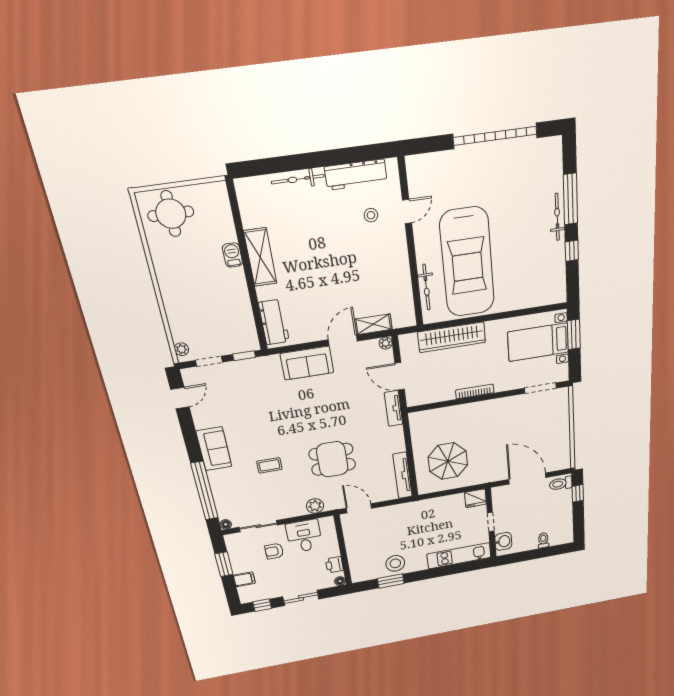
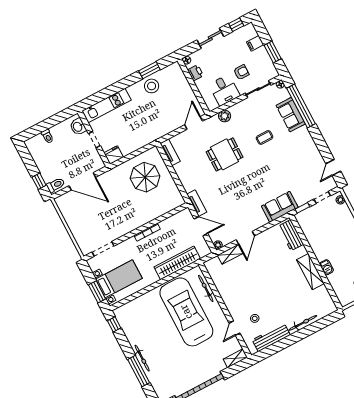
shelving: (423, 162) -> (235, 358), added
window: (572, 251) -> (114, 324), moved
sofa: (307, 363) -> (280, 207), moved
sofa: (214, 449) -> (291, 115), moved
tv unit: (403, 475) -> (170, 152), width x0.71
door: (359, 508) -> (194, 123), swing flipped

